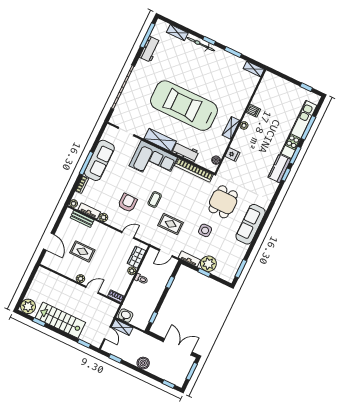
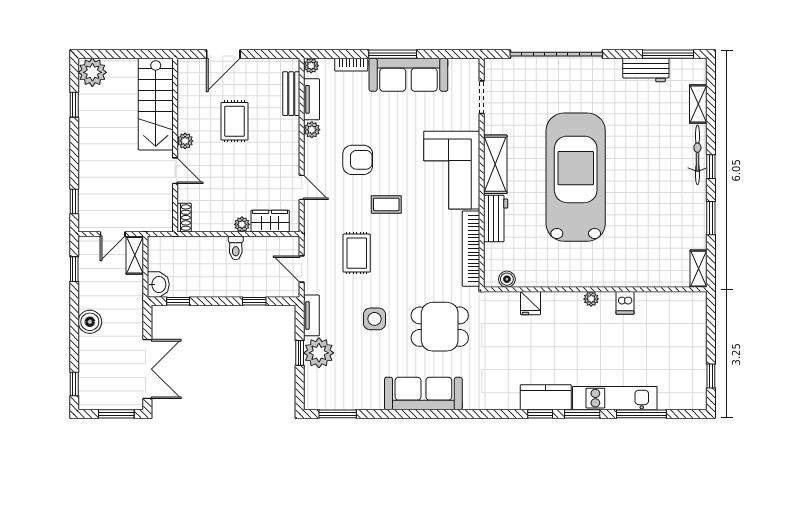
shelving: (231, 128) -> (576, 278), removed
kitchen unit: (299, 129) -> (615, 398), width x0.73
washbasin: (126, 316) -> (158, 284), moved
stairs: (60, 320) -> (156, 104), moved, turned 180

